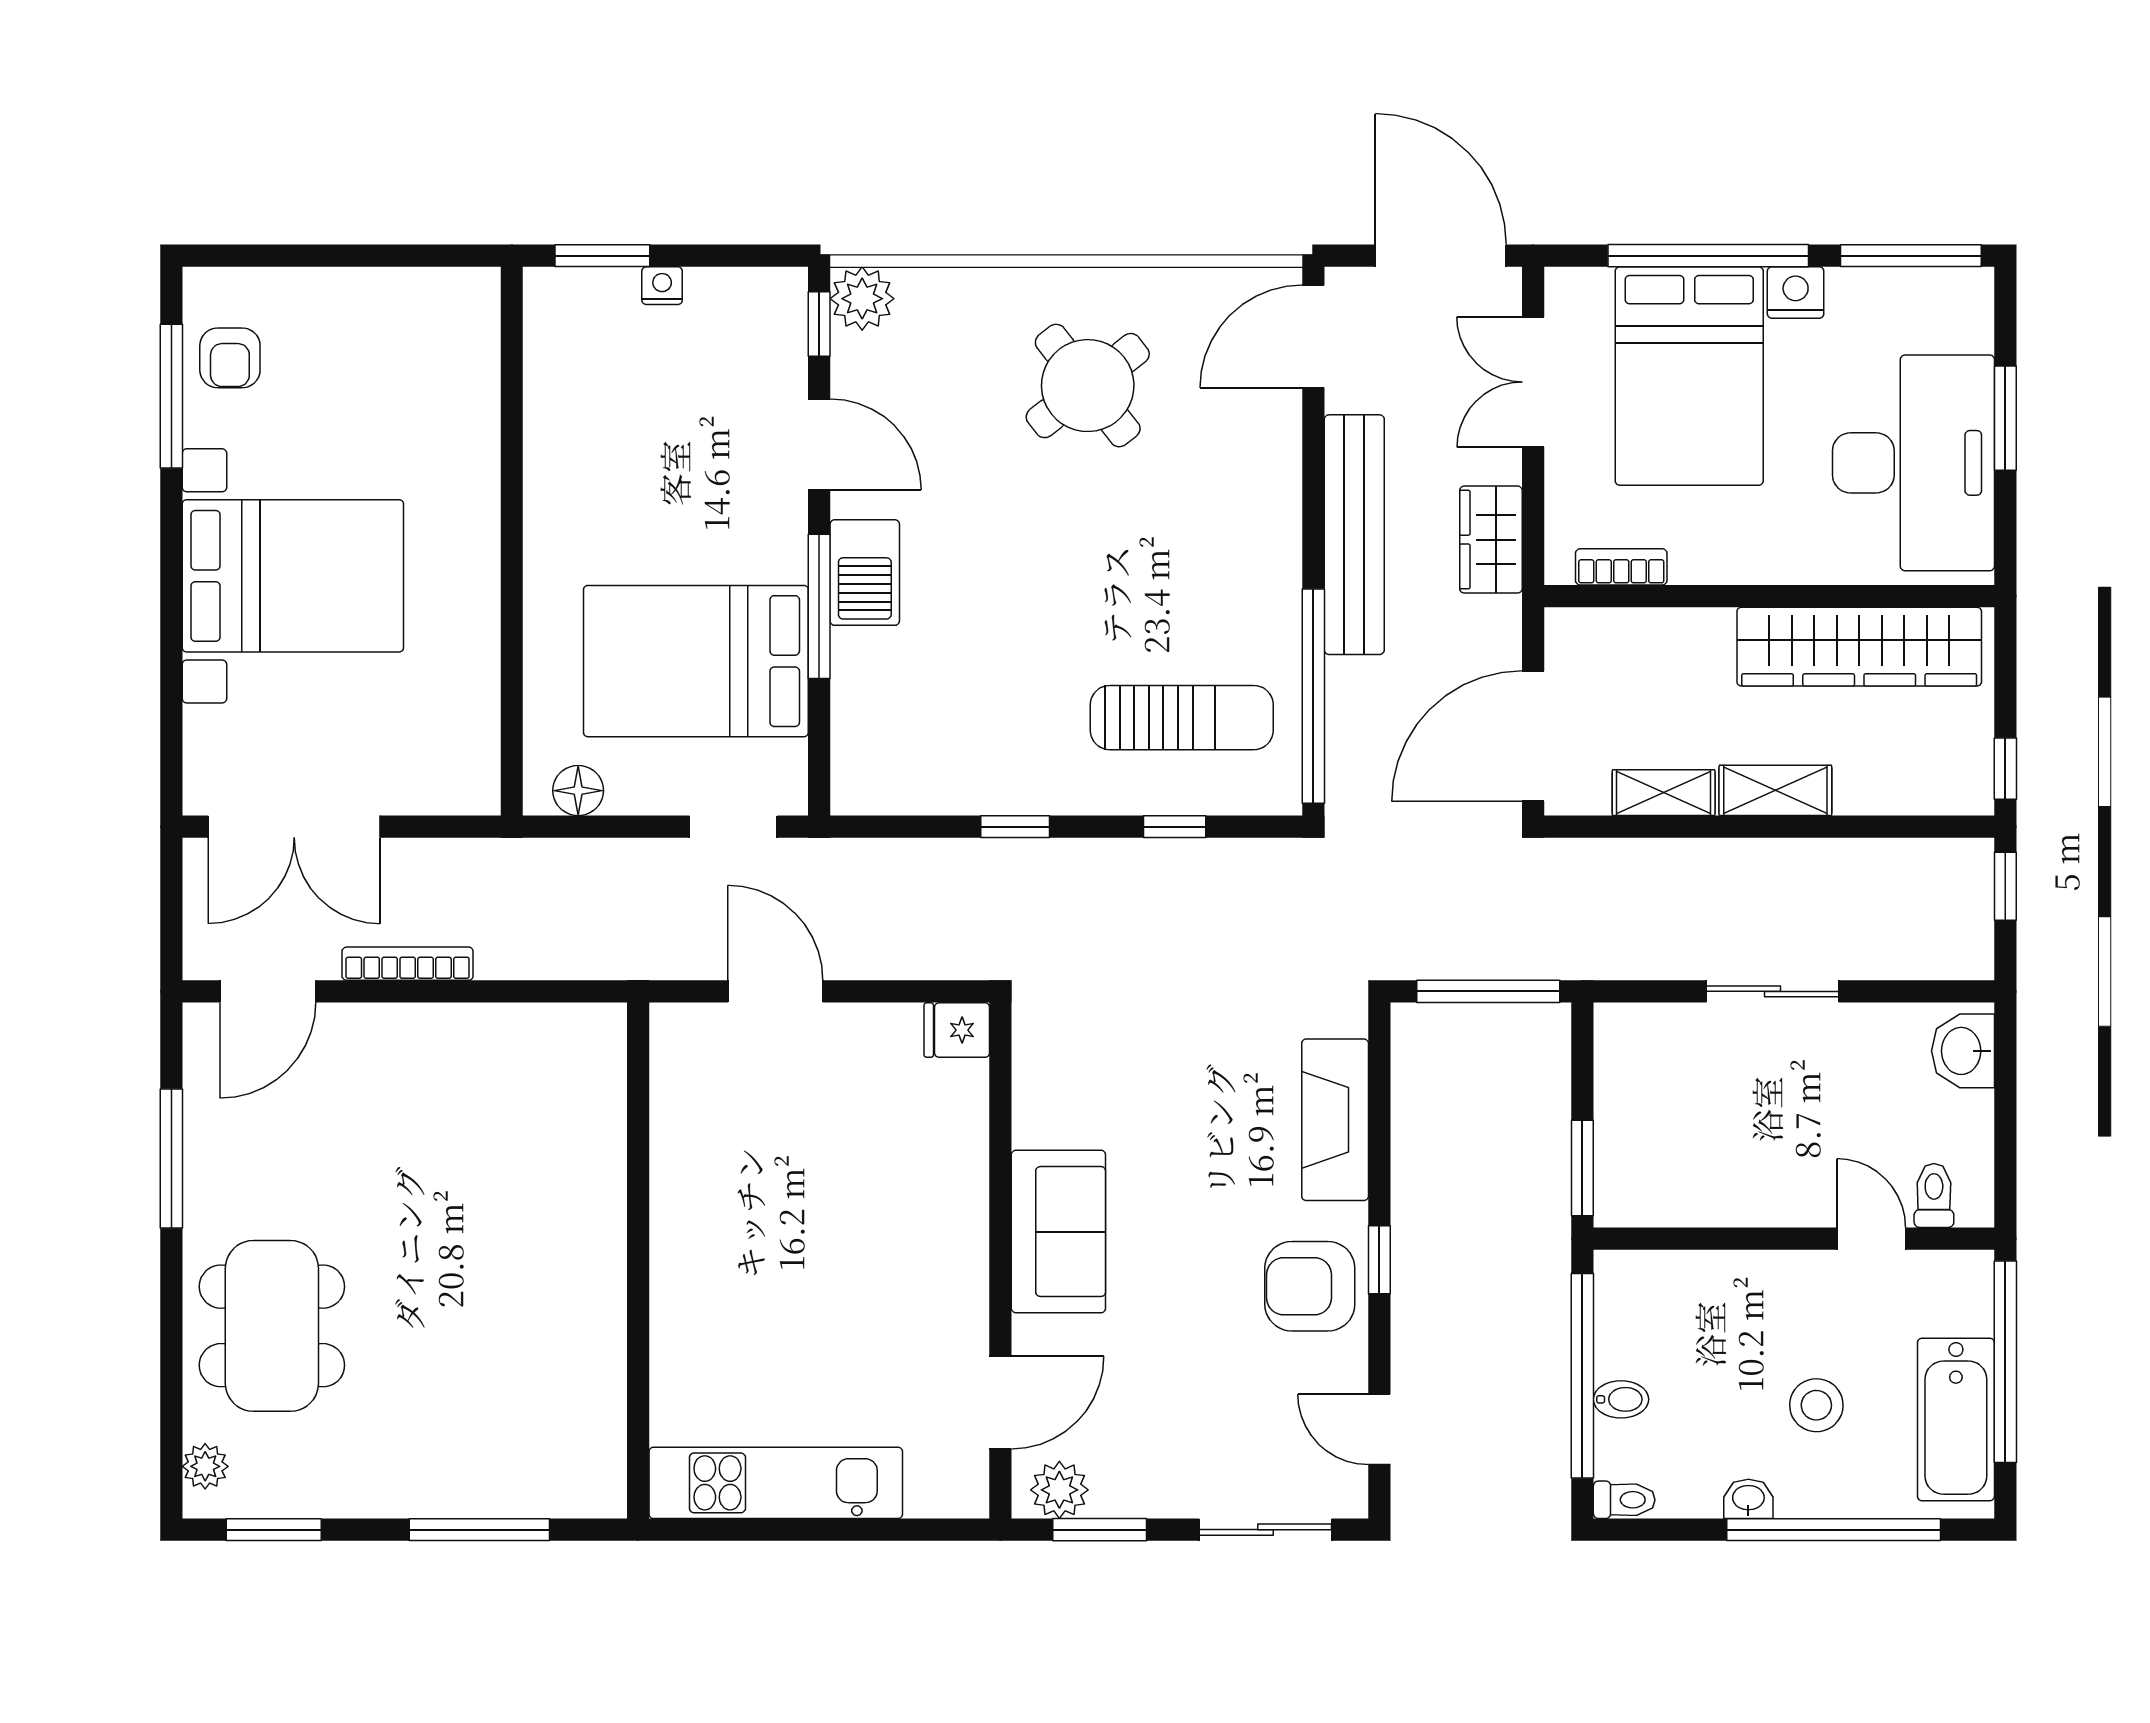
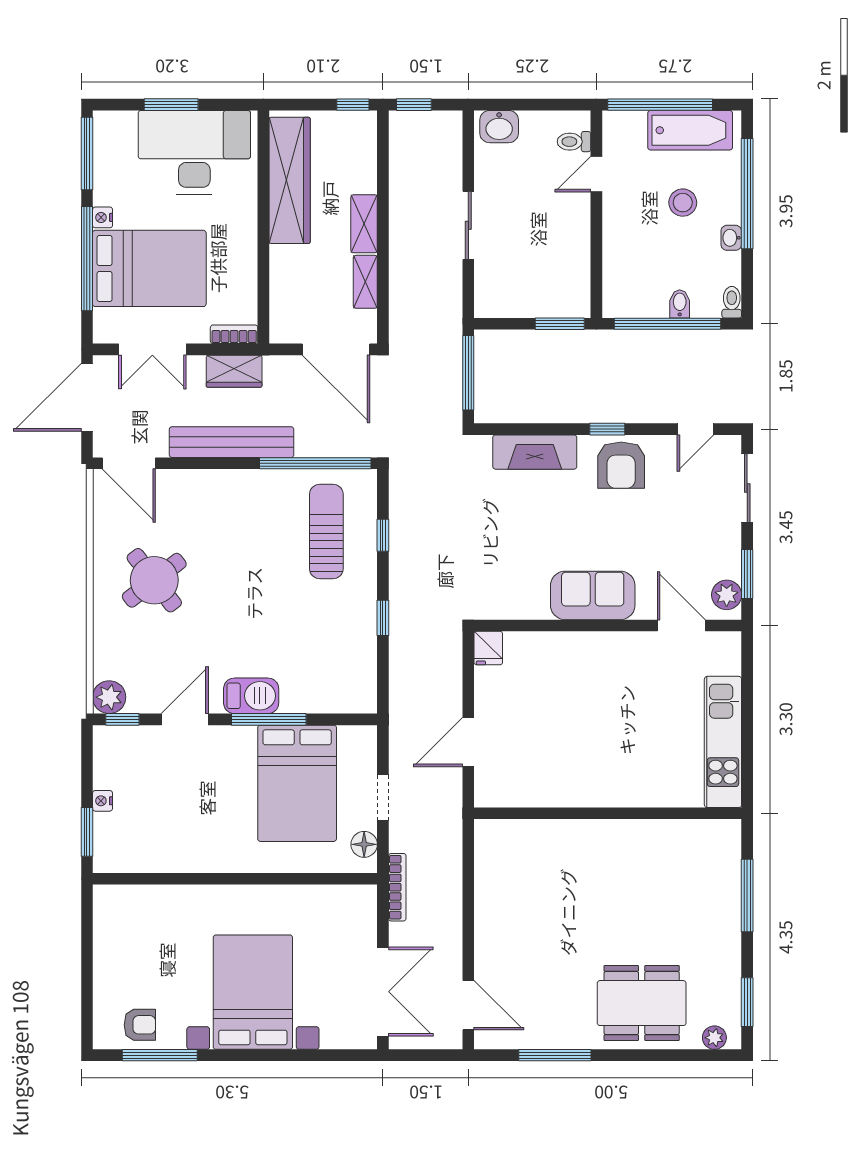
nightstand: (1796, 293) -> (103, 217), width x0.72, depth x0.74
bookcase: (1621, 567) -> (234, 334), moved, turned 90
doorway: (733, 827) -> (383, 798), moved
bookcase: (408, 964) -> (397, 887), moved, turned 180

